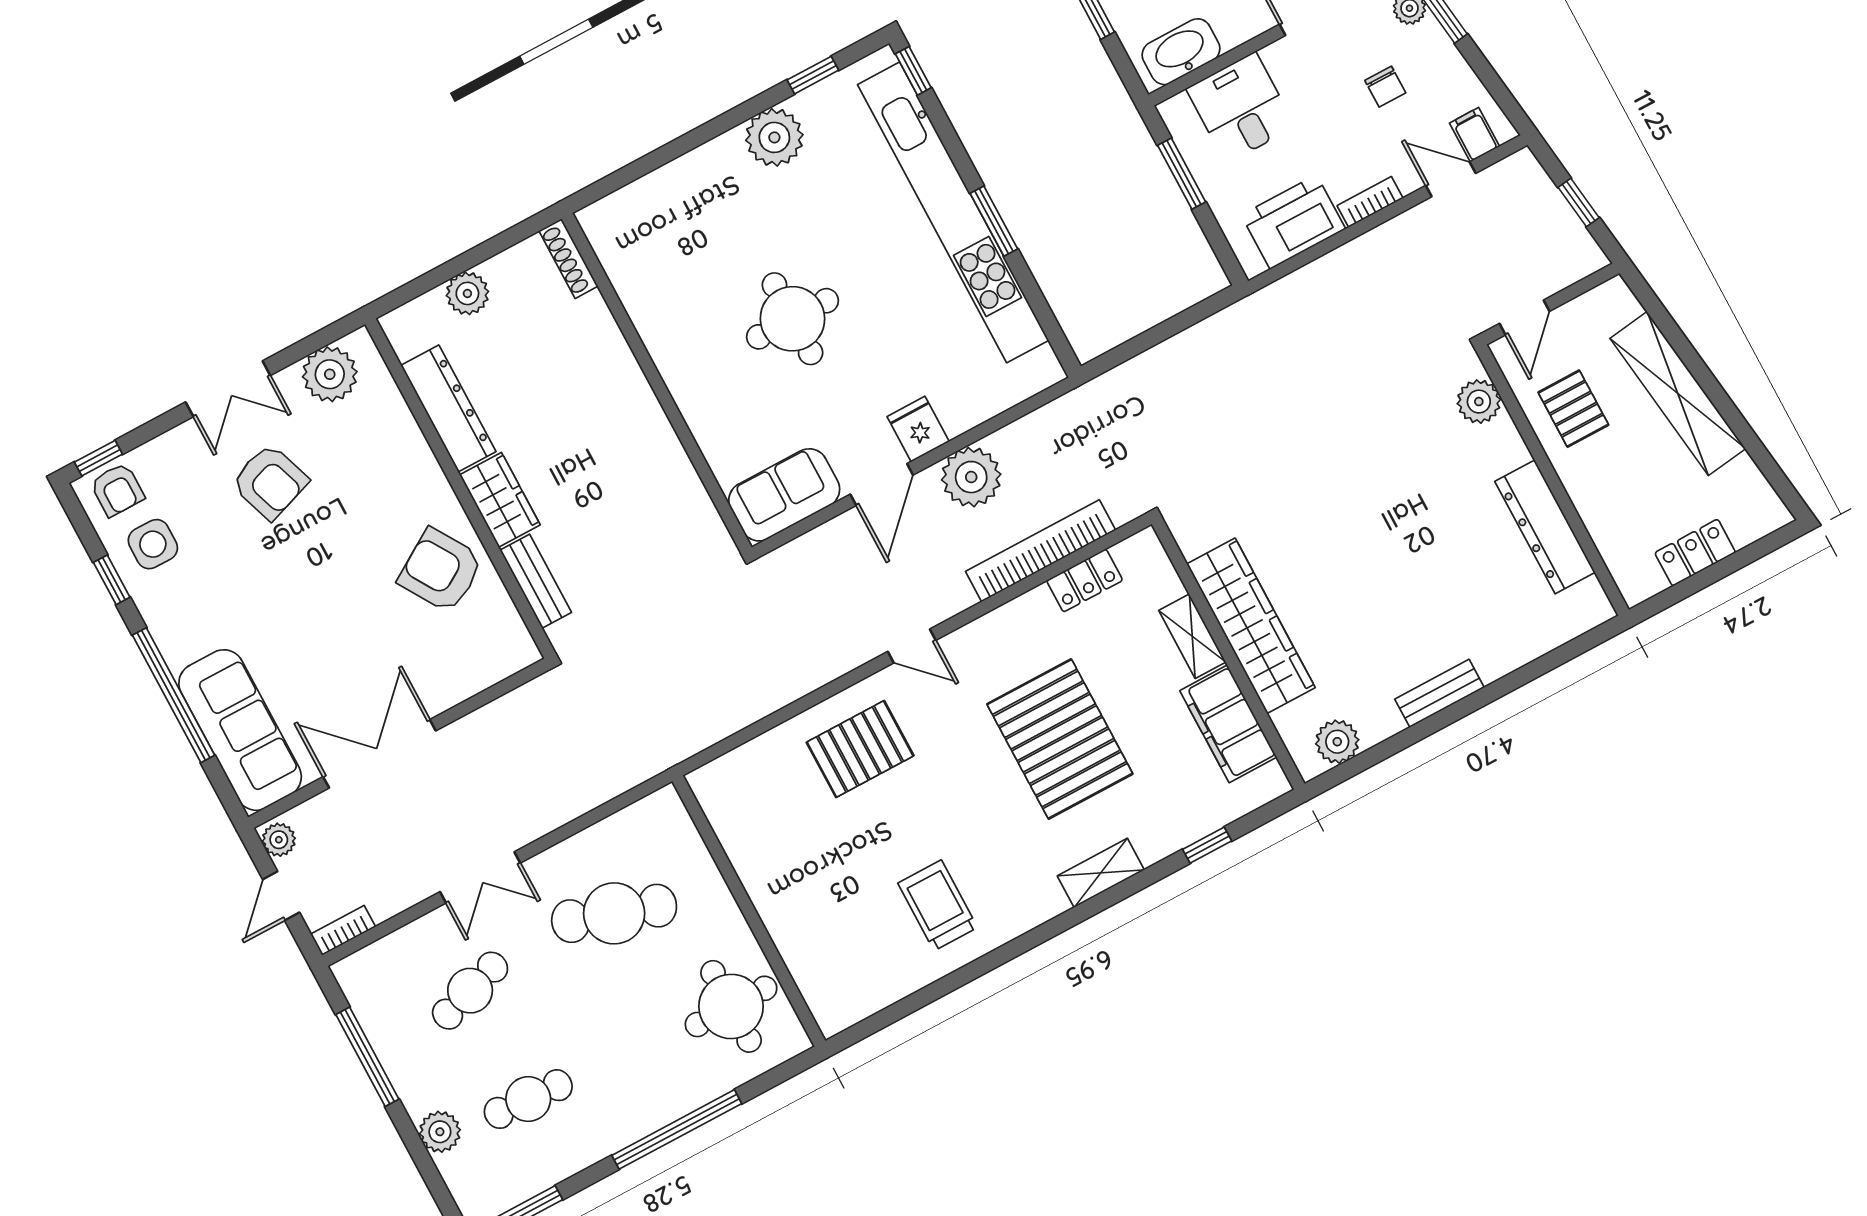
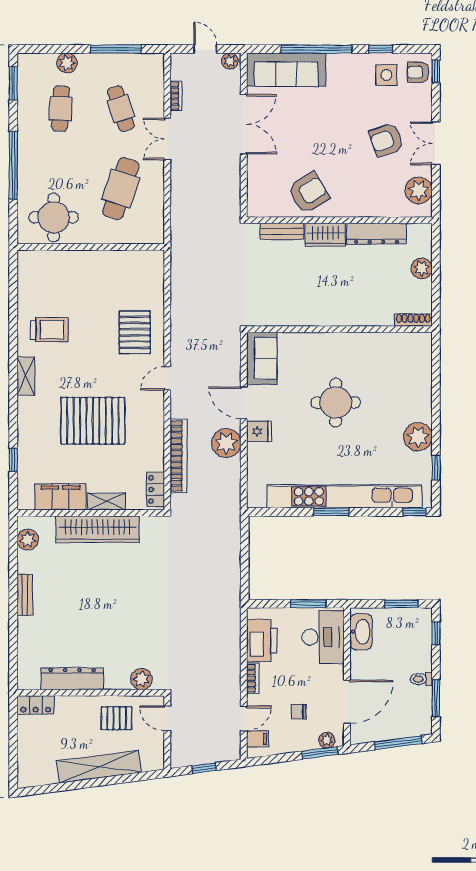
desk: (1241, 108) -> (323, 637), width x1.37
locker: (1695, 553) -> (36, 705), moved, turned 90
locker: (1085, 580) -> (155, 489), moved
shelving: (1101, 873) -> (26, 376), moved
bookcase: (343, 930) -> (176, 96), moved

